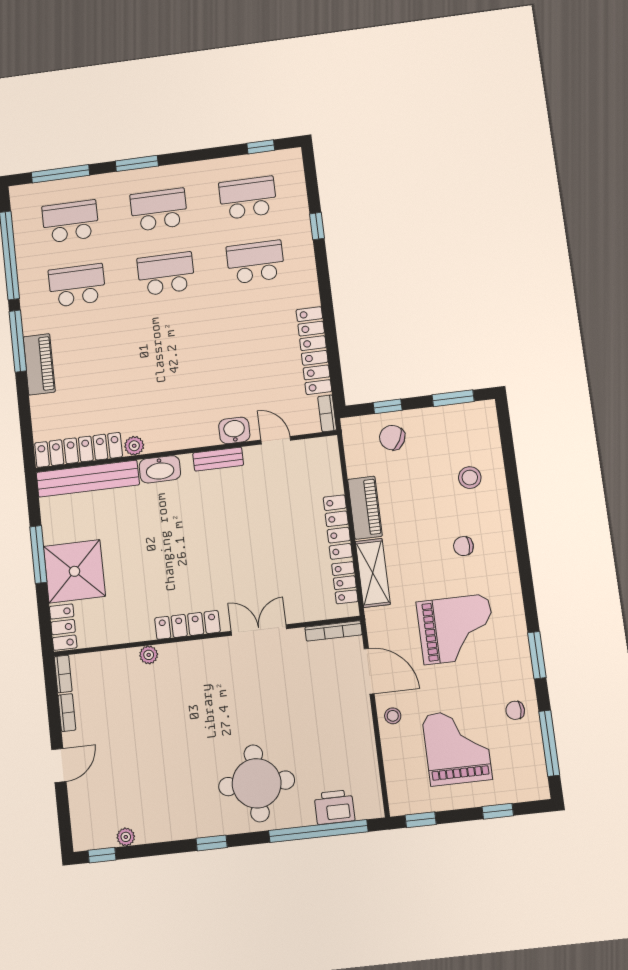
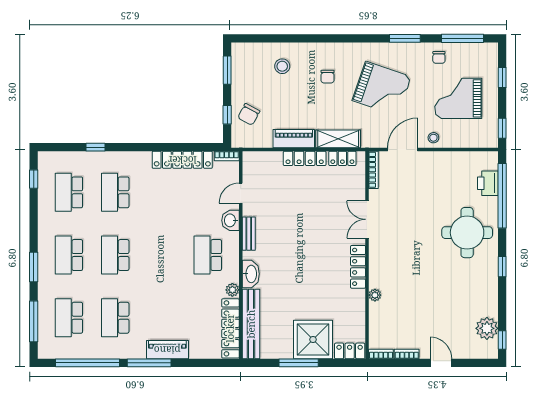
school desk: (180, 404) -> (208, 255), added
grand piano: (456, 629) -> (382, 89), turned 109
plant: (126, 837) -> (487, 328), width x1.87, depth x1.87

